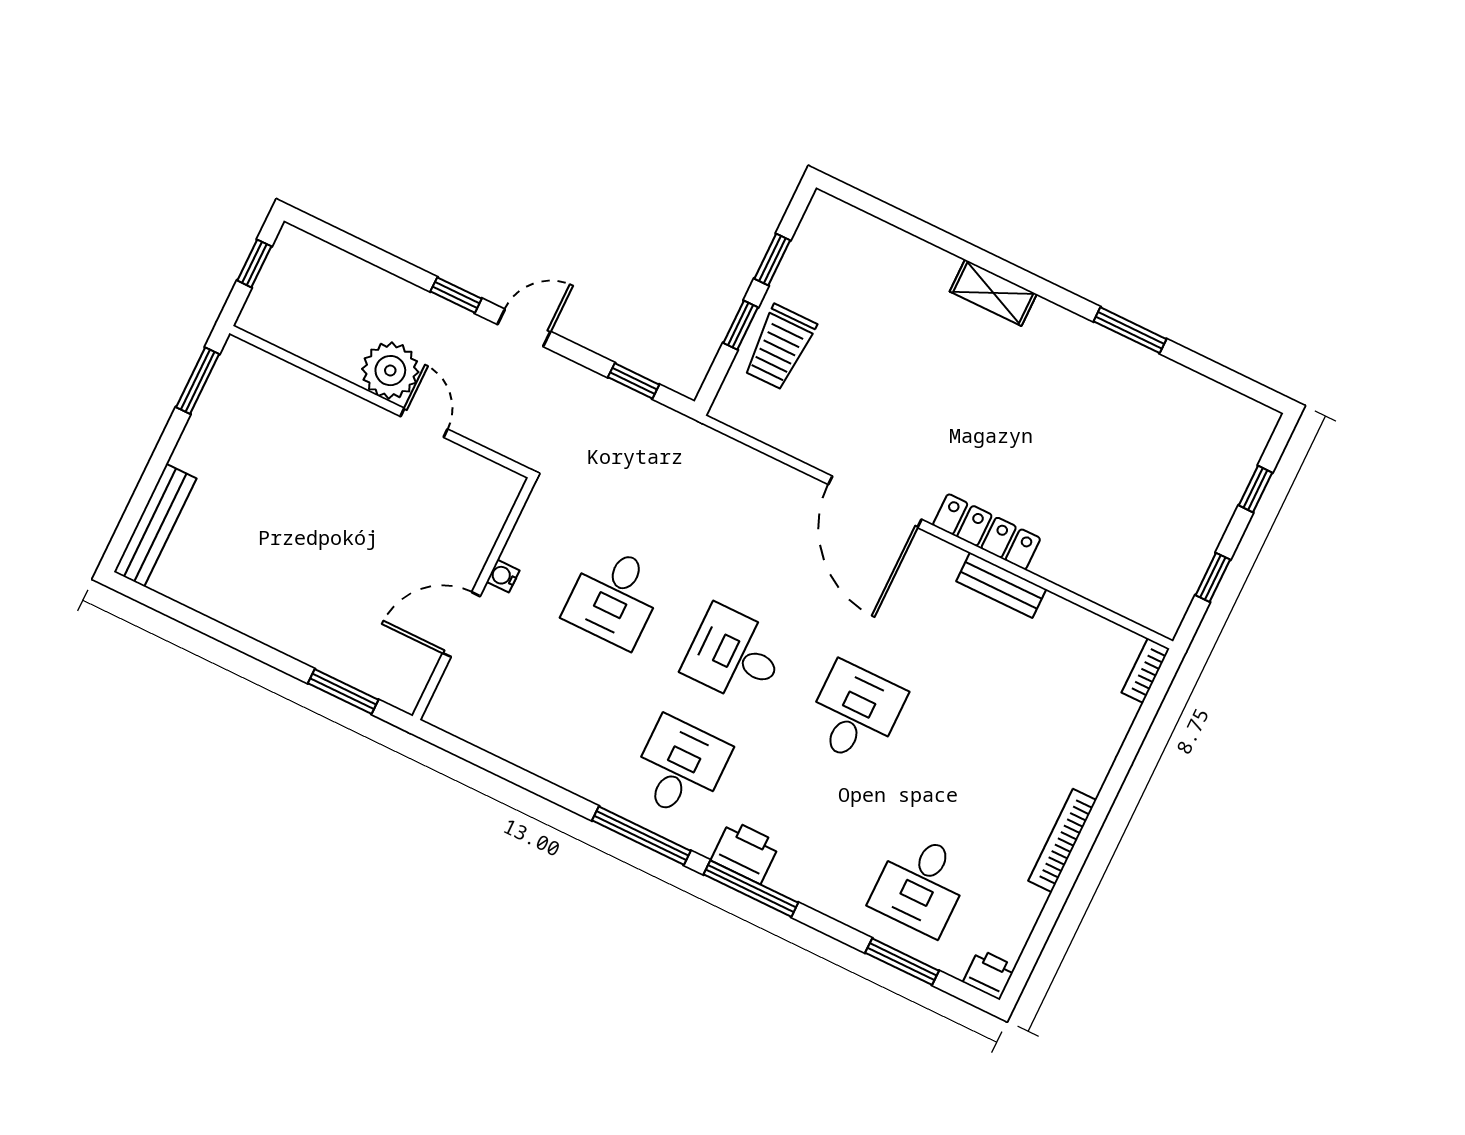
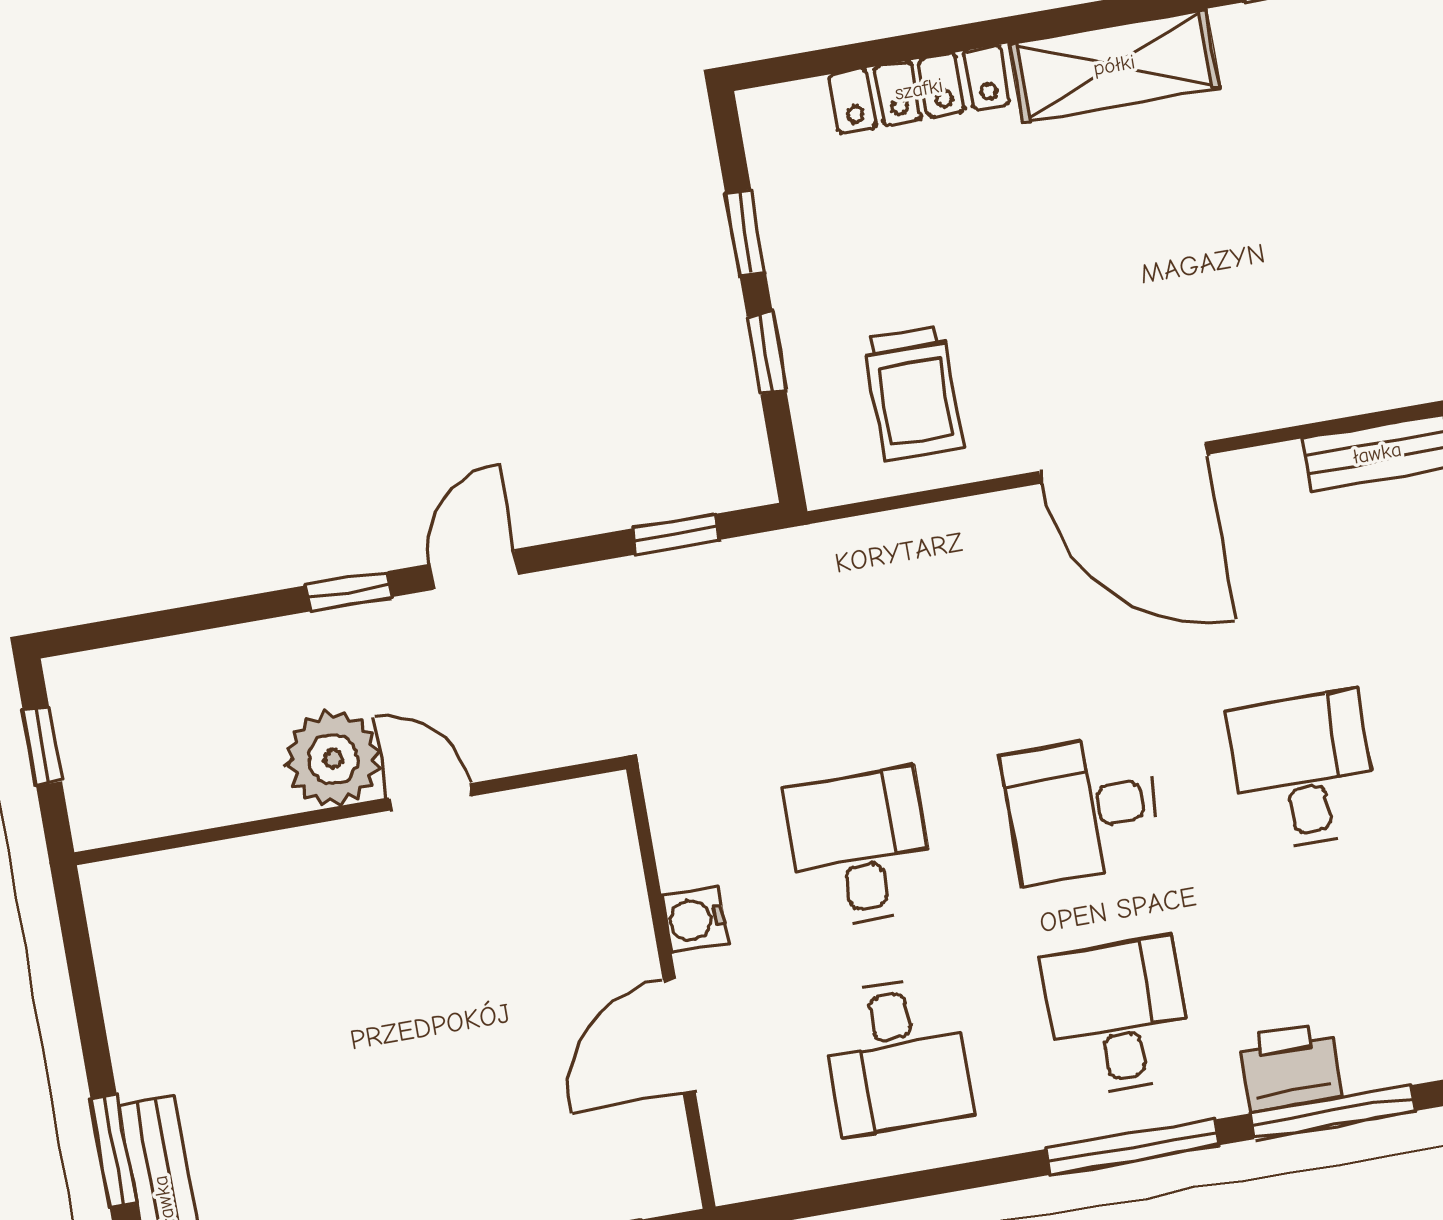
shelving: (993, 293) -> (1114, 65), width x1.50, depth x1.33
trolley: (780, 347) -> (914, 393), moved
window: (198, 381) -> (113, 1151), moved
locker: (987, 532) -> (919, 89), moved, turned 180
water cooler: (503, 576) -> (695, 919), width x1.38, depth x1.38
desk: (614, 597) -> (860, 848), turned 180
desk: (560, 710) -> (897, 1056), added

